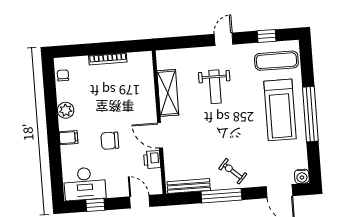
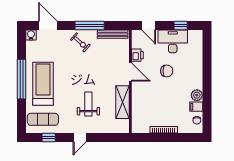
filing cabinet: (68, 138) -> (196, 107), moved
desk: (85, 184) -> (173, 41), moved

